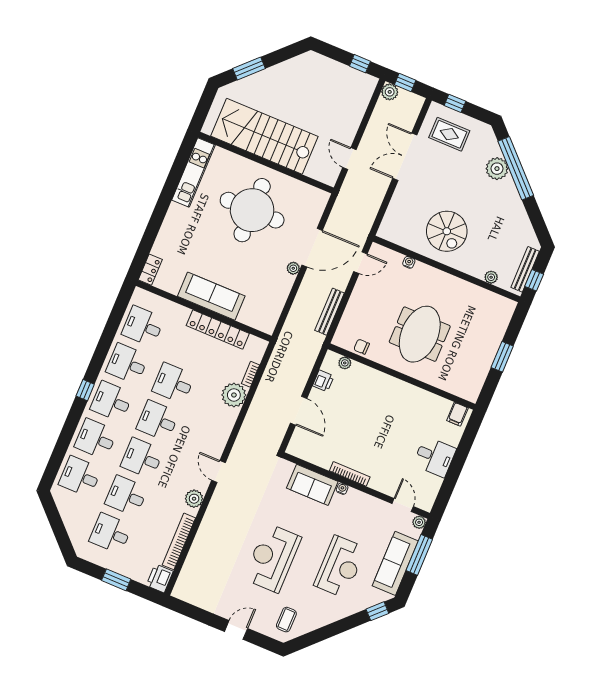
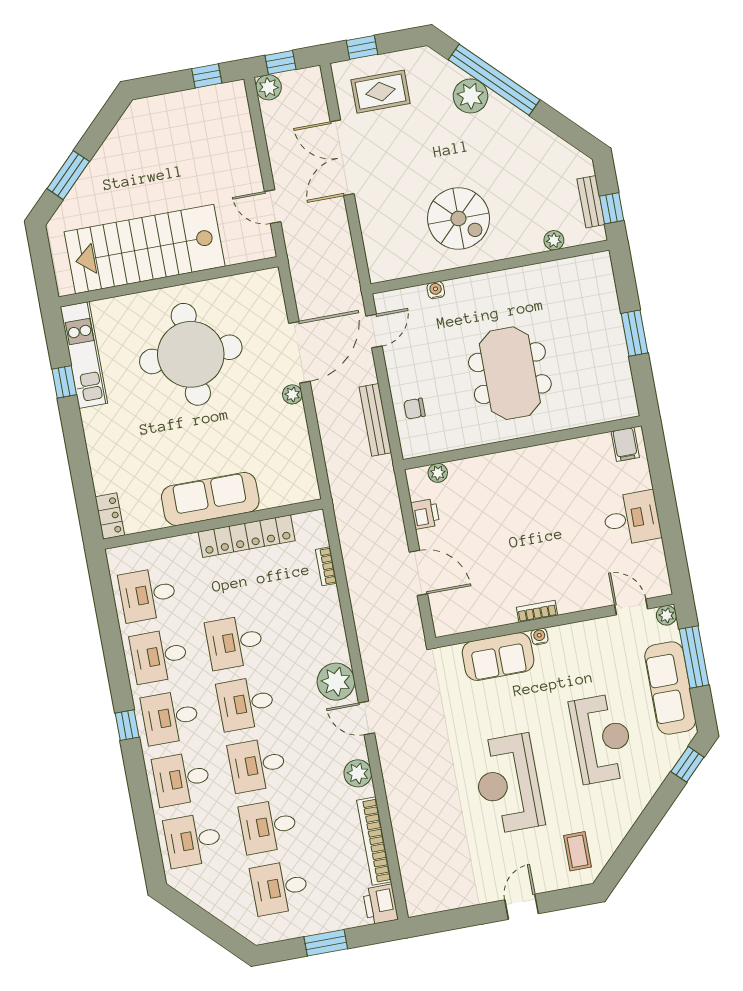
window: (173, 180) -> (64, 382), added
bench: (525, 269) -> (591, 202), width x0.73
chair: (362, 347) -> (414, 409), moved
plant: (234, 395) -> (336, 682), moved
bookcase: (350, 474) -> (537, 611), width x0.64

